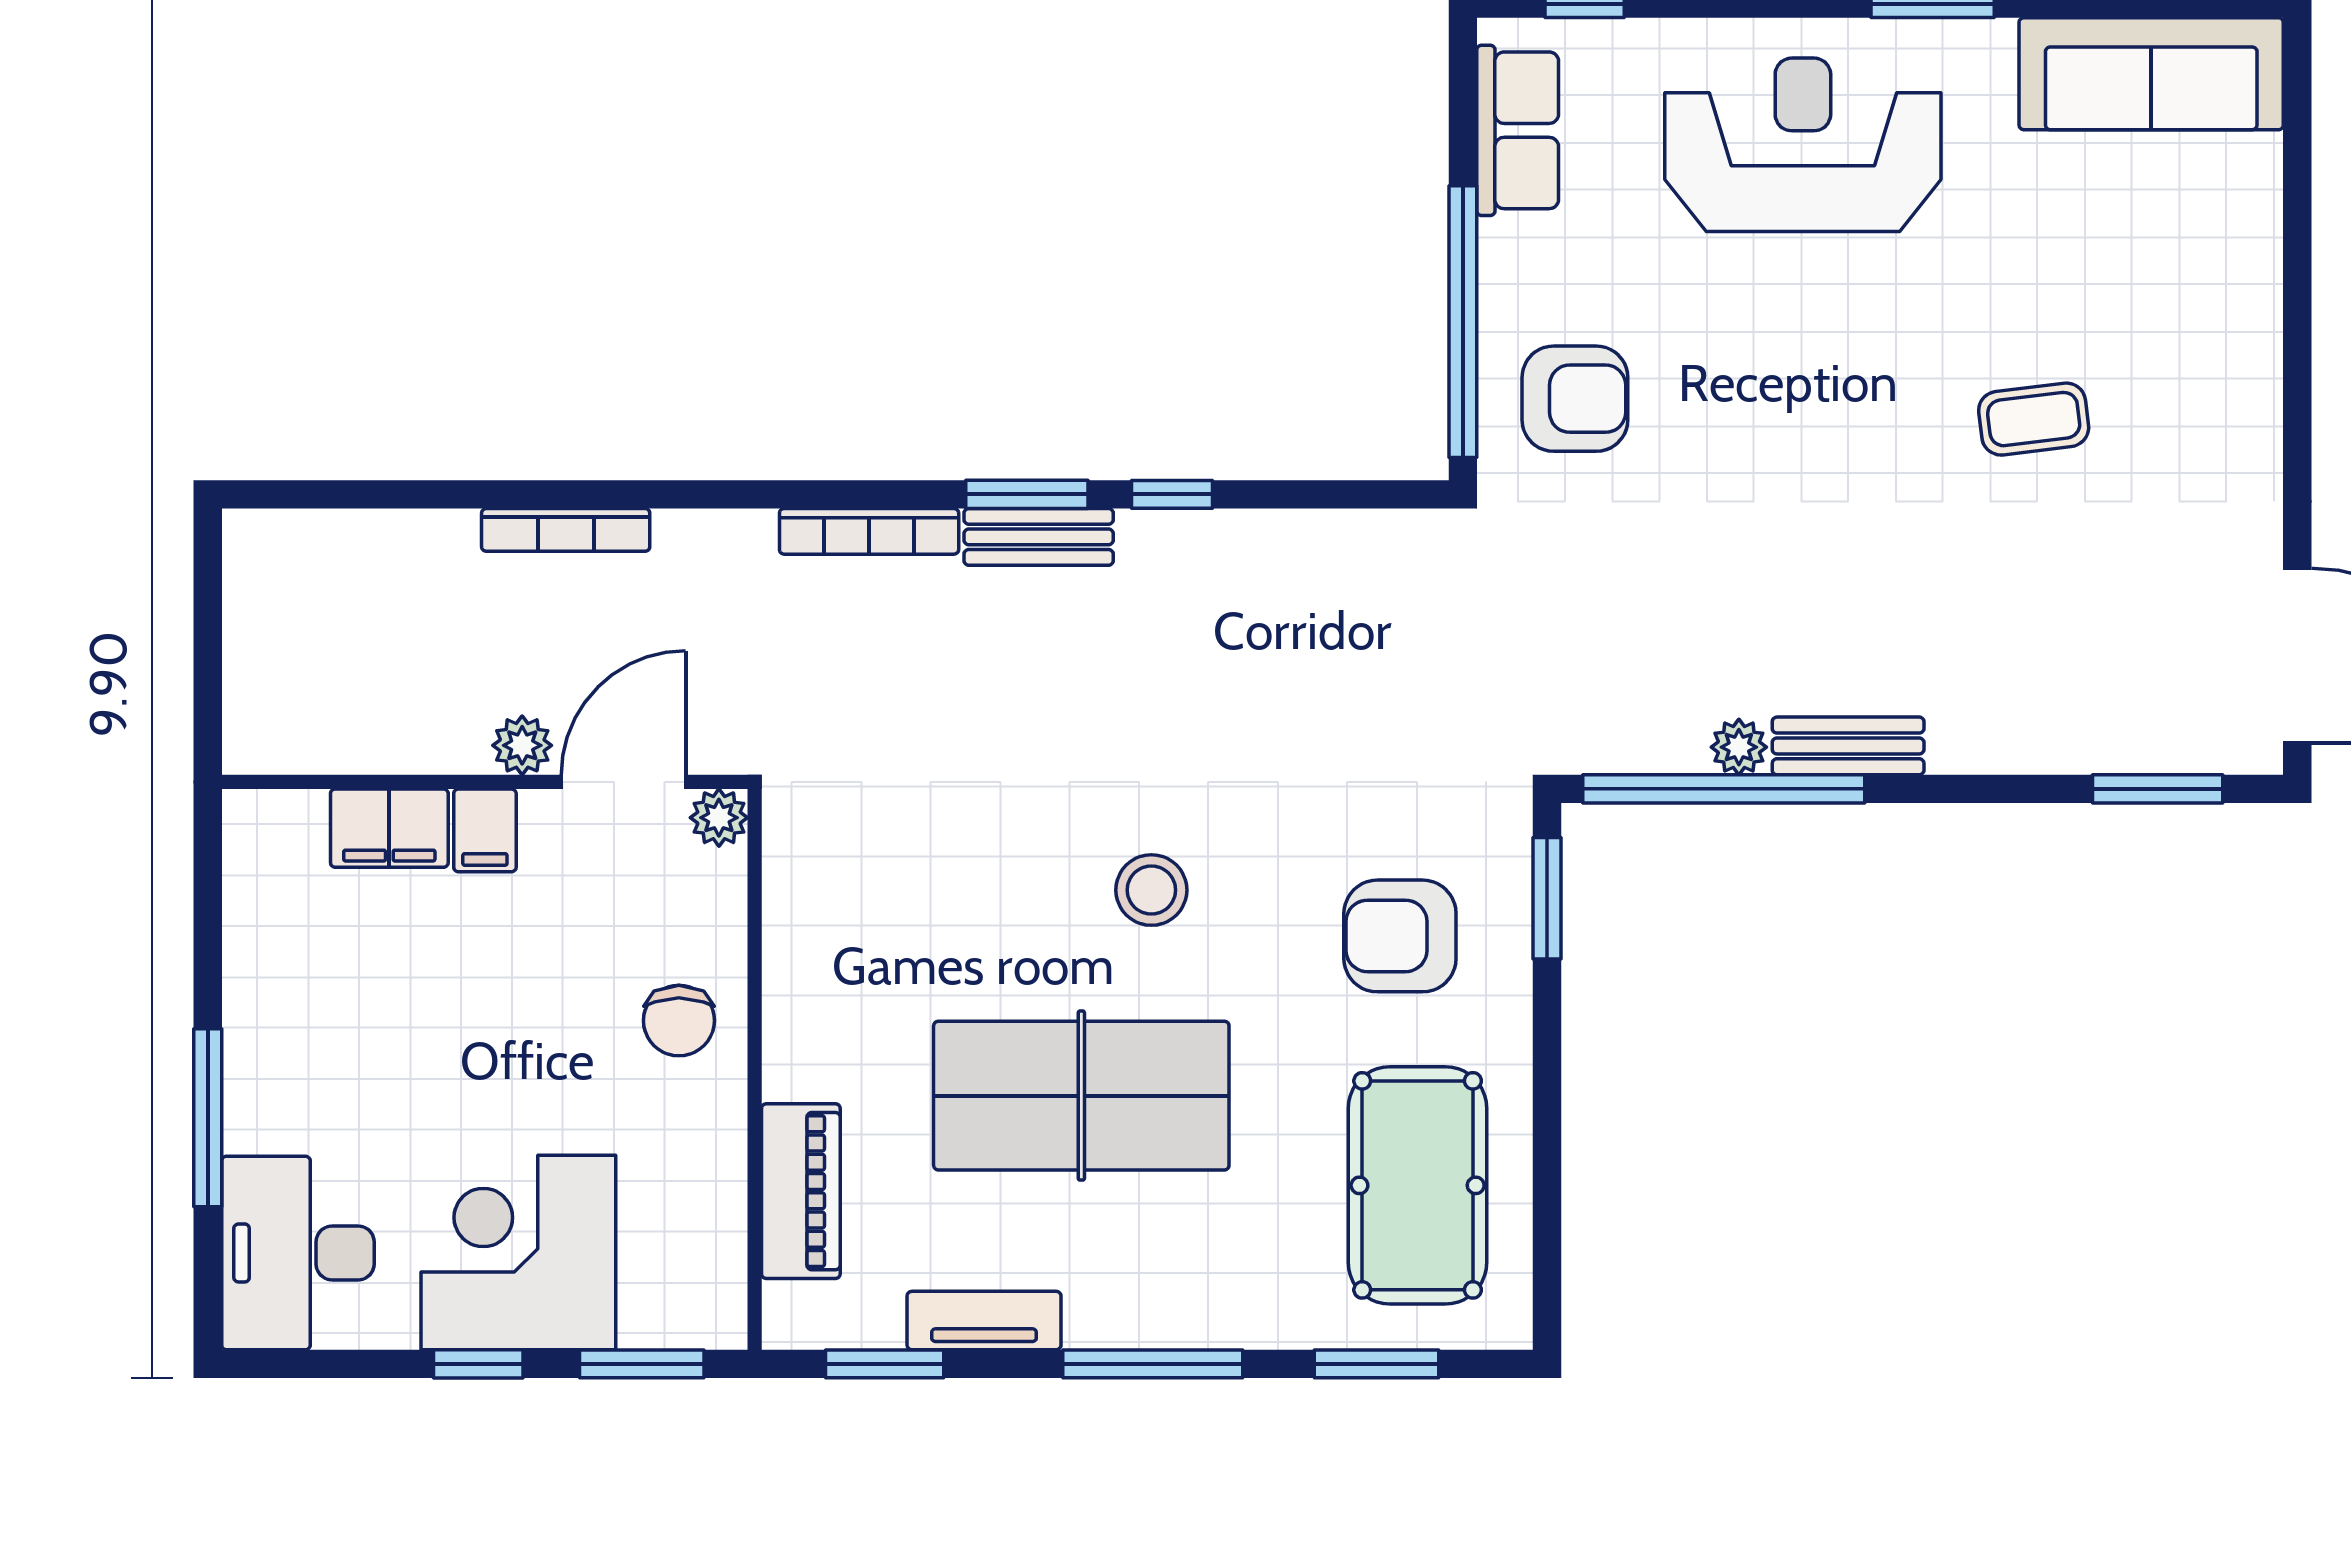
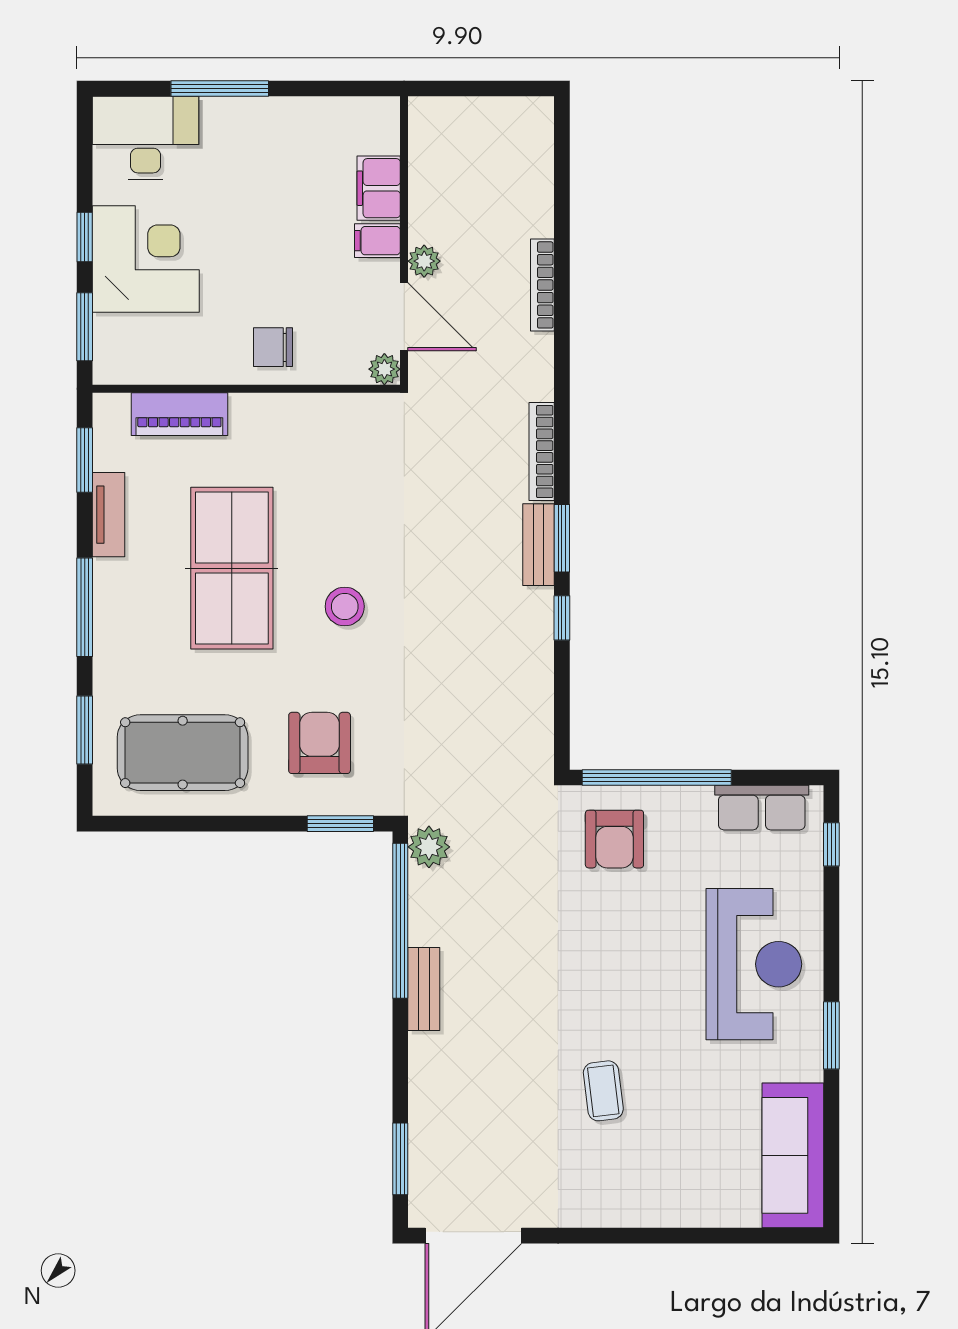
plant: (1739, 747) -> (429, 847), moved, width x1.38, depth x1.38

